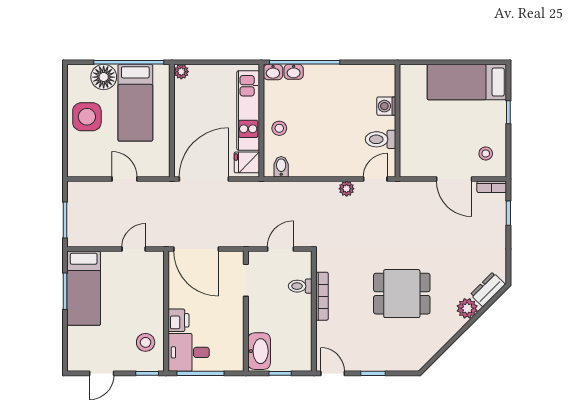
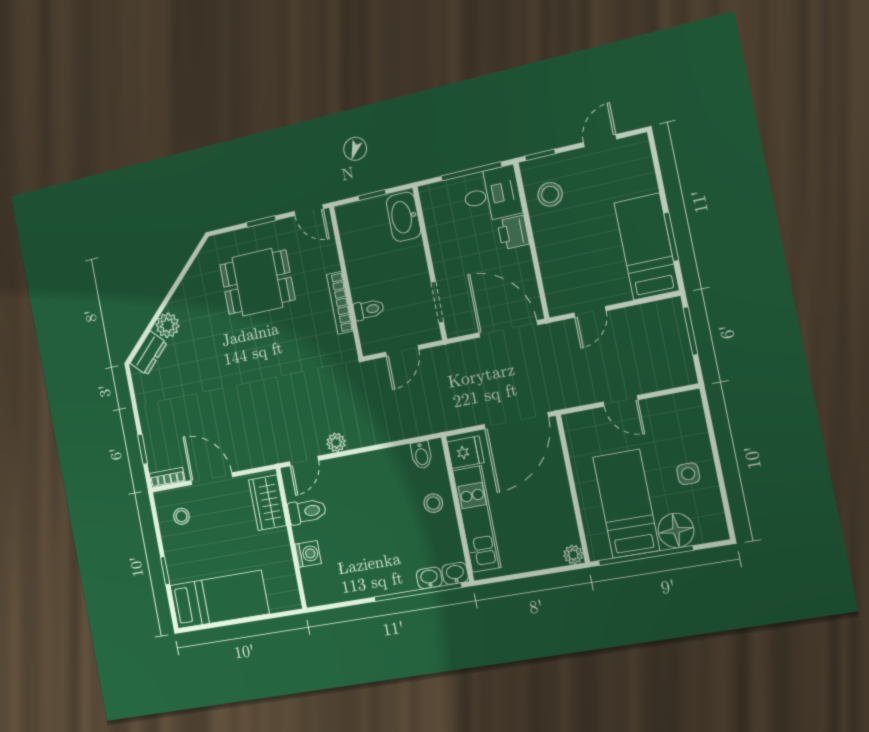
side table: (87, 117) -> (688, 474), width x0.54, depth x0.54
wardrobe: (411, 152) -> (268, 503), added
dining table: (402, 294) -> (257, 282), moved

